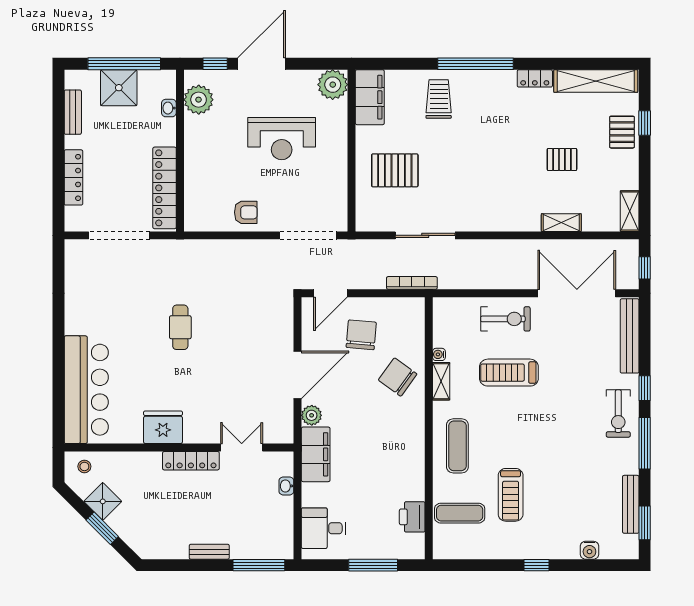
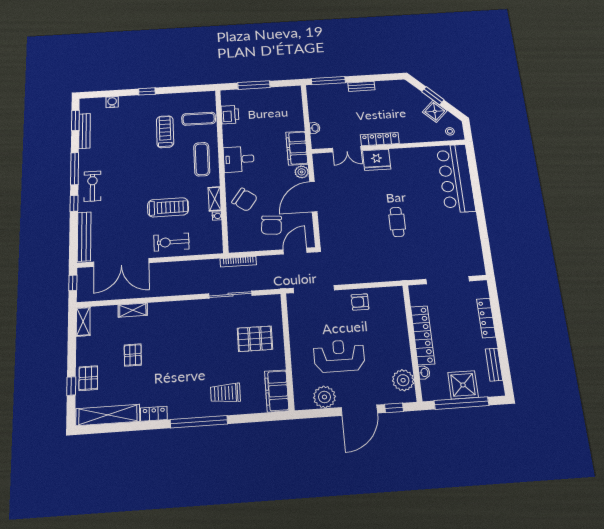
plant: (333, 85) -> (324, 397), moved
trolley: (439, 99) -> (225, 393), turned 90
pallet: (562, 159) -> (133, 355), turned 90
locker: (165, 188) -> (423, 335), moved
fridge: (163, 427) -> (377, 160), moved
desk: (324, 528) -> (239, 159), moved, turned 180

